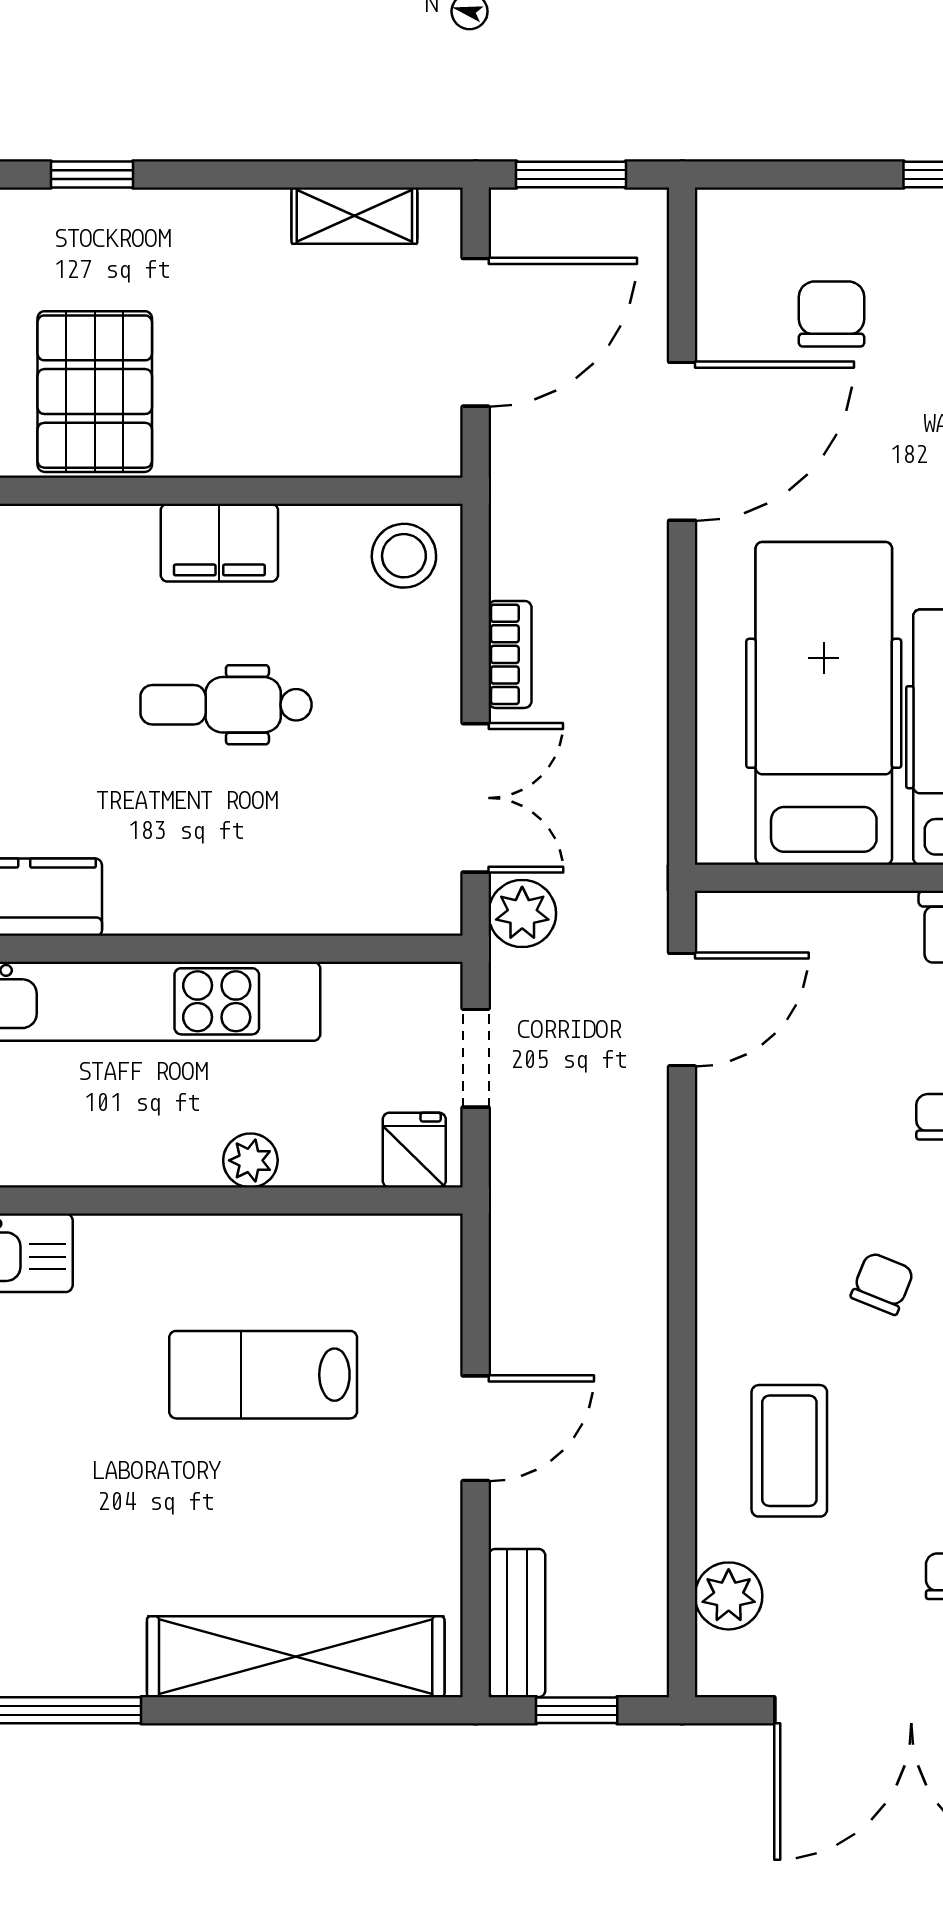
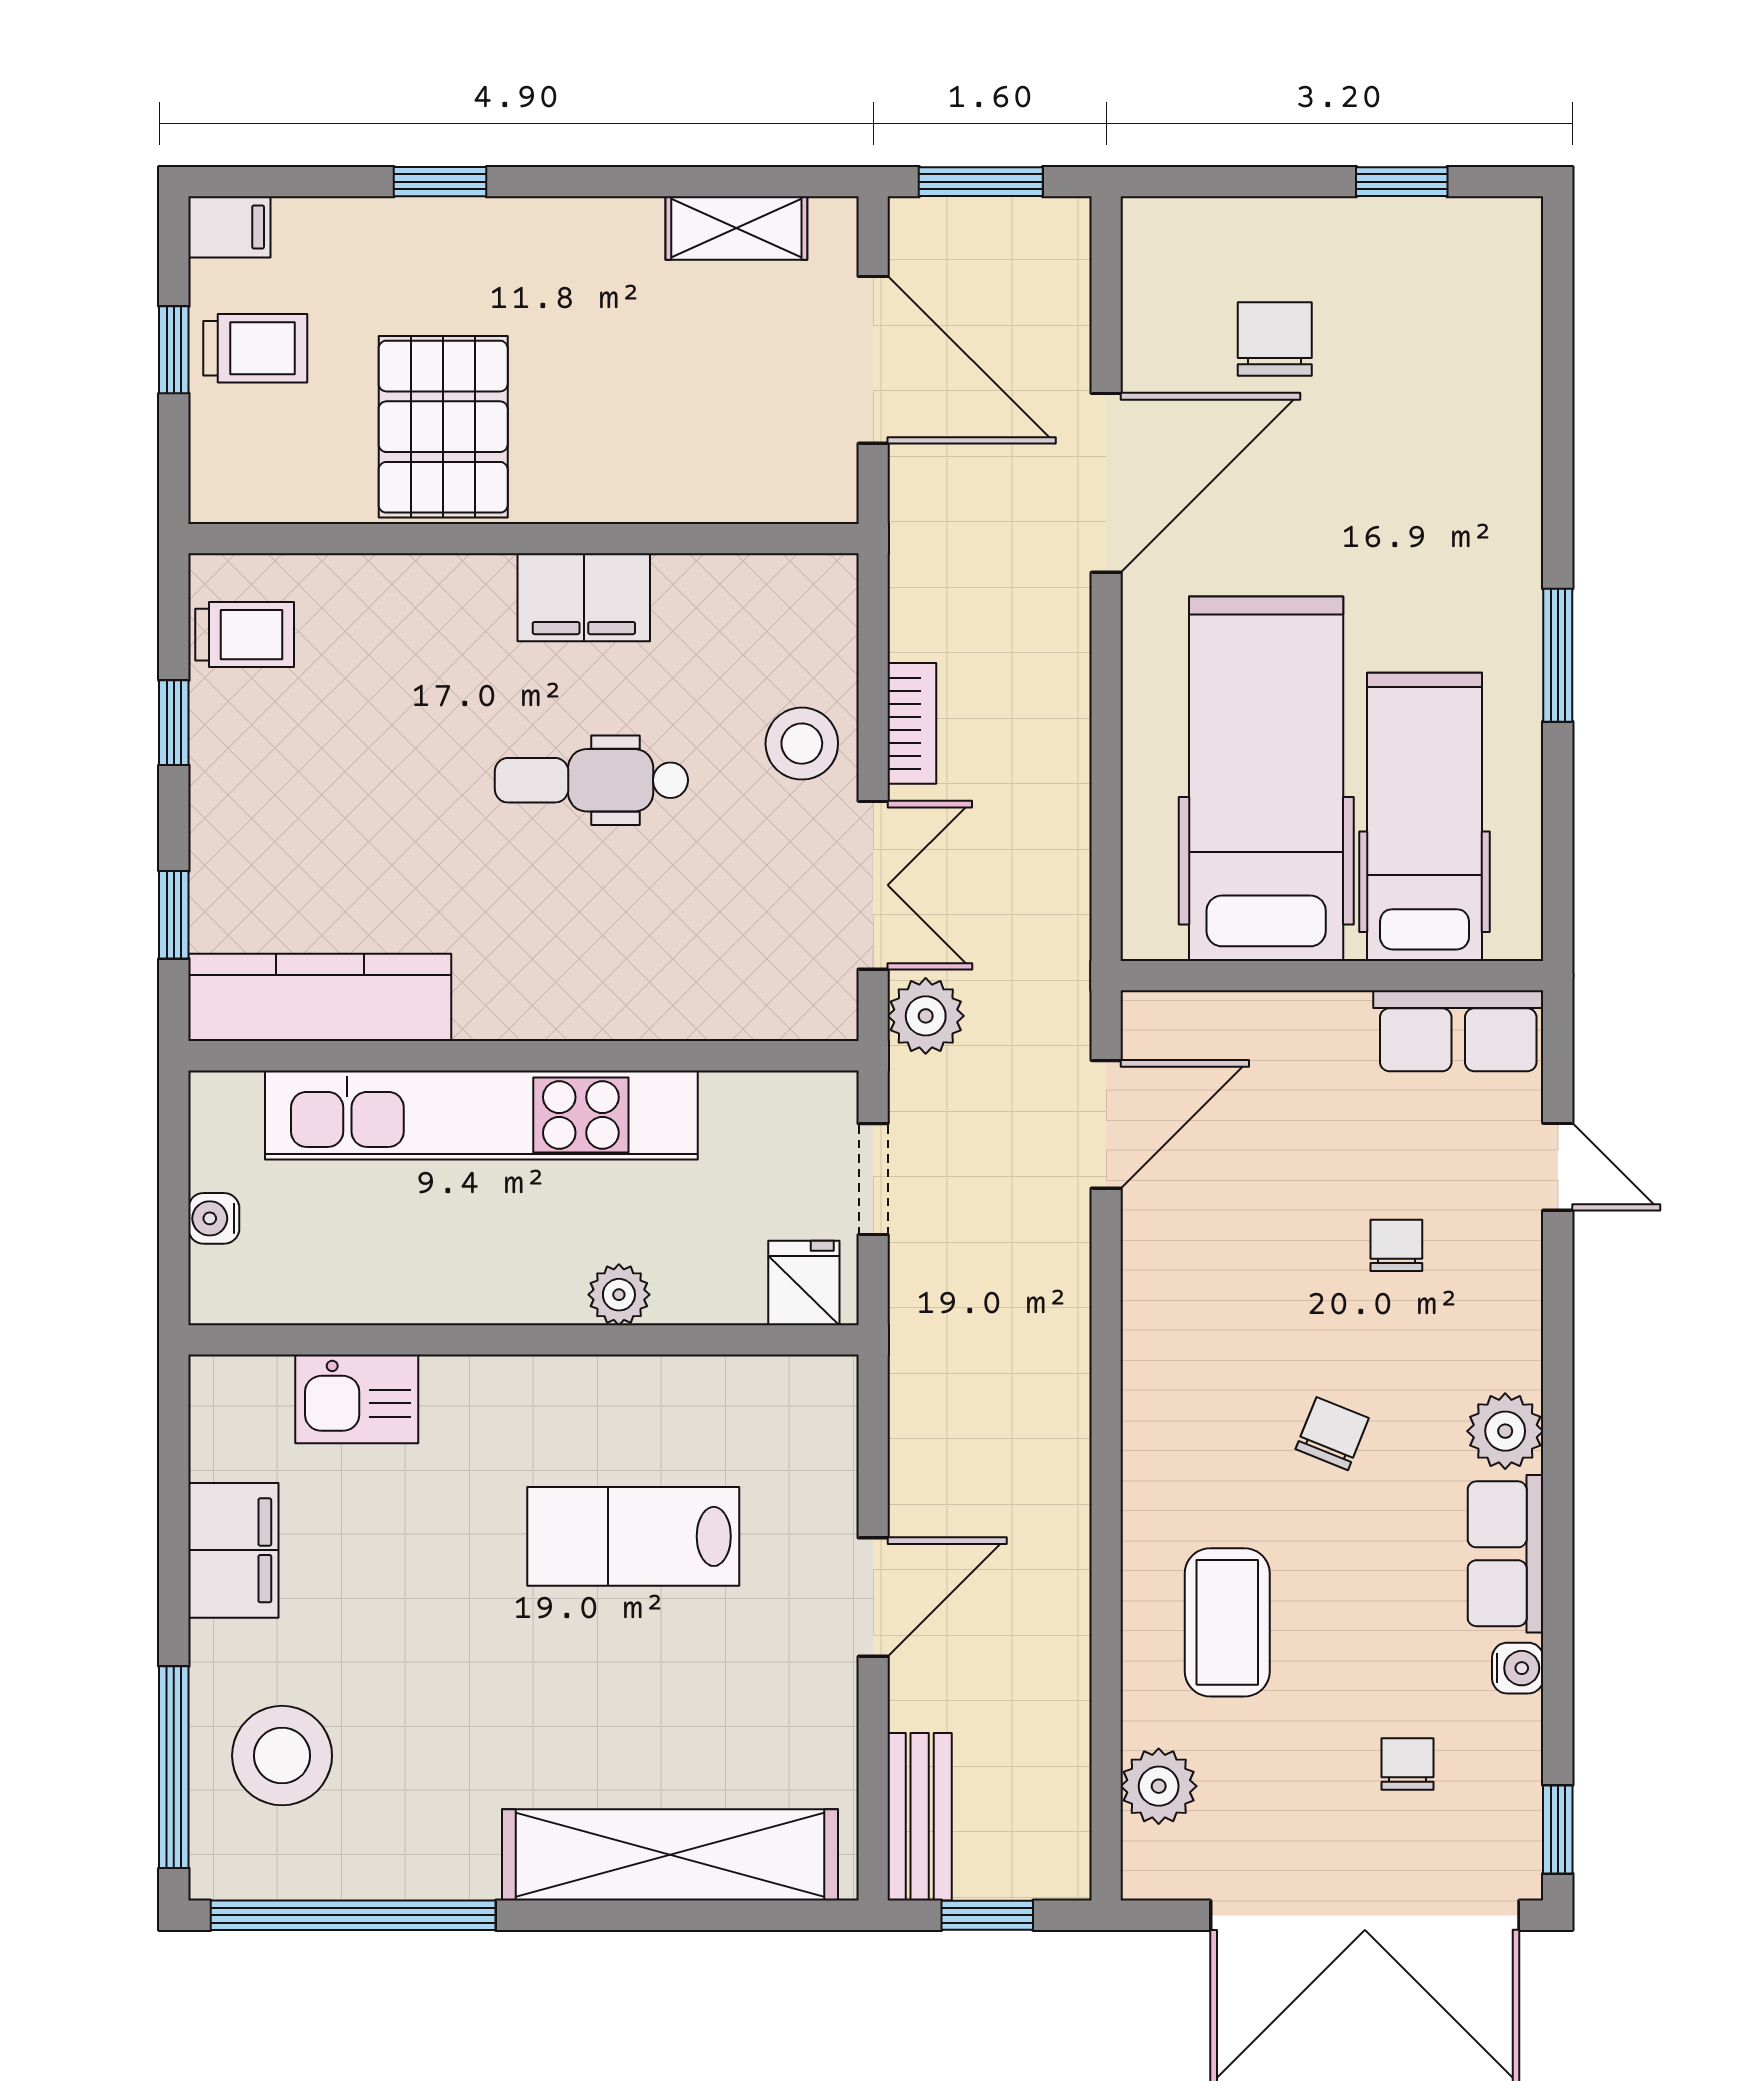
door: (476, 332) -> (873, 360), hinge flipped
stool: (404, 556) -> (802, 744), moved

